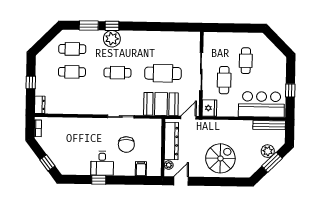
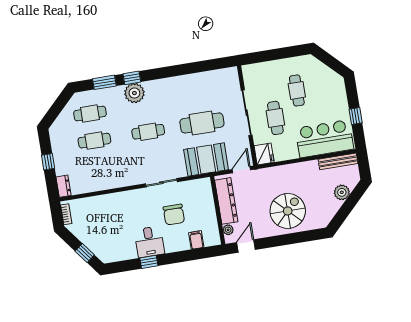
window: (272, 162) -> (349, 204), removed

